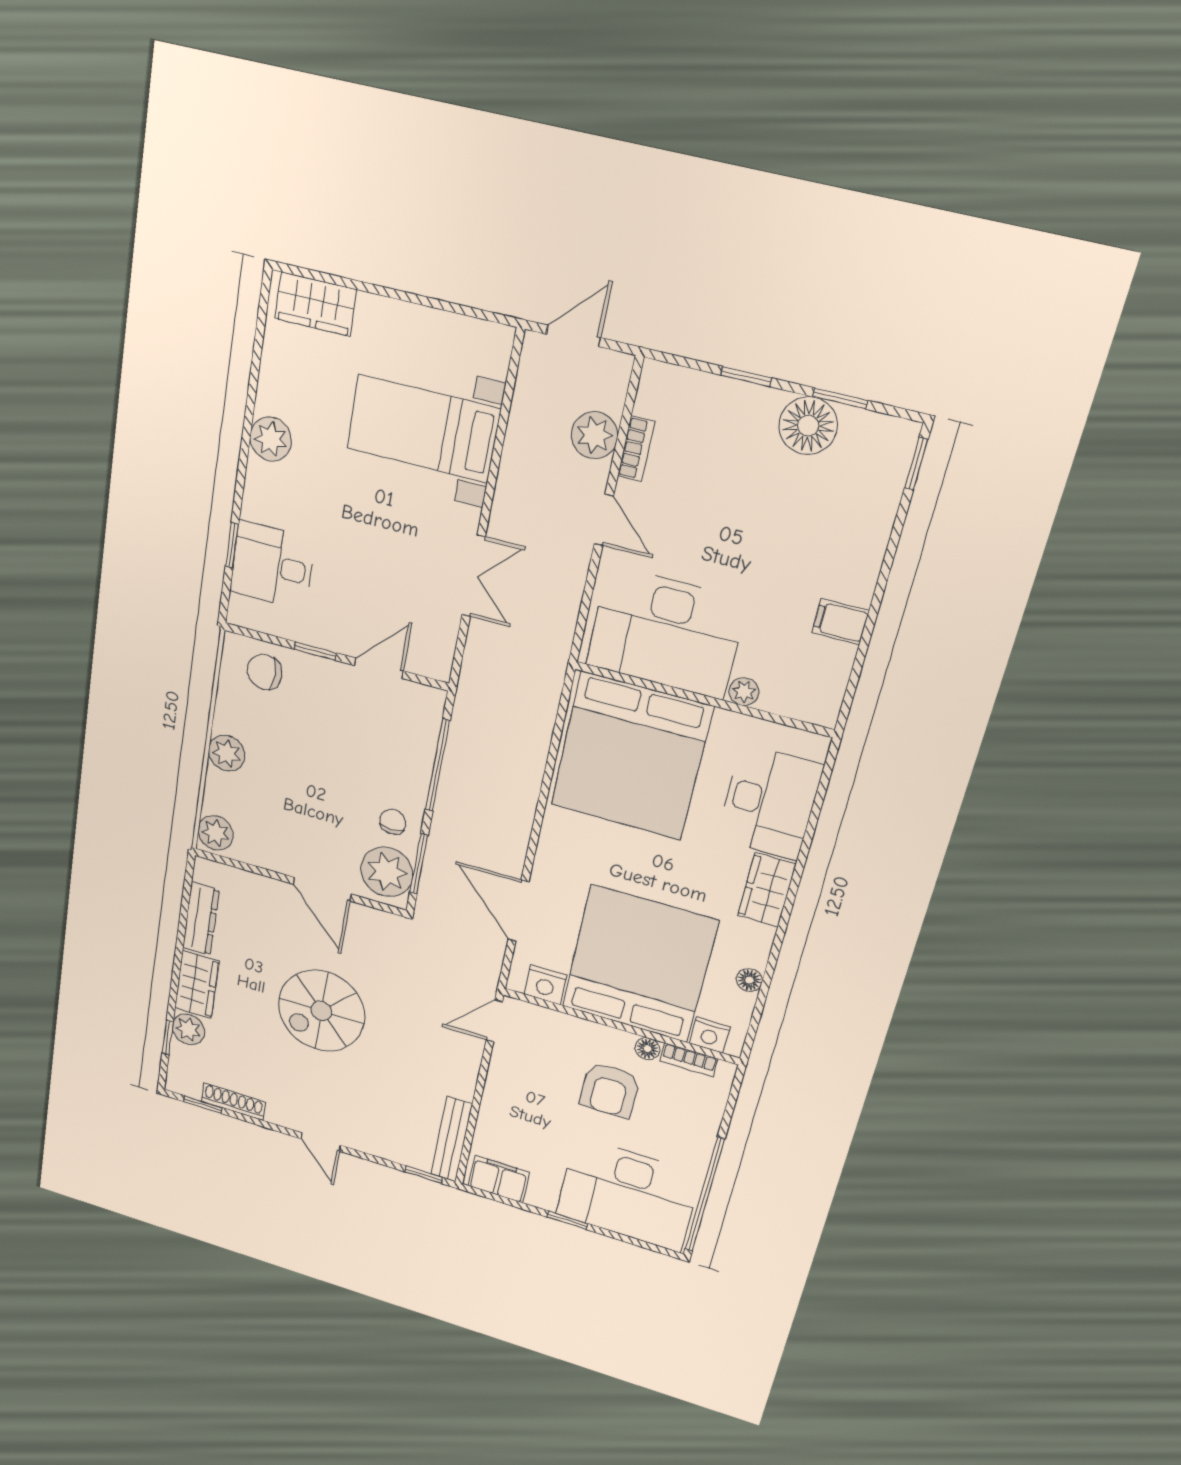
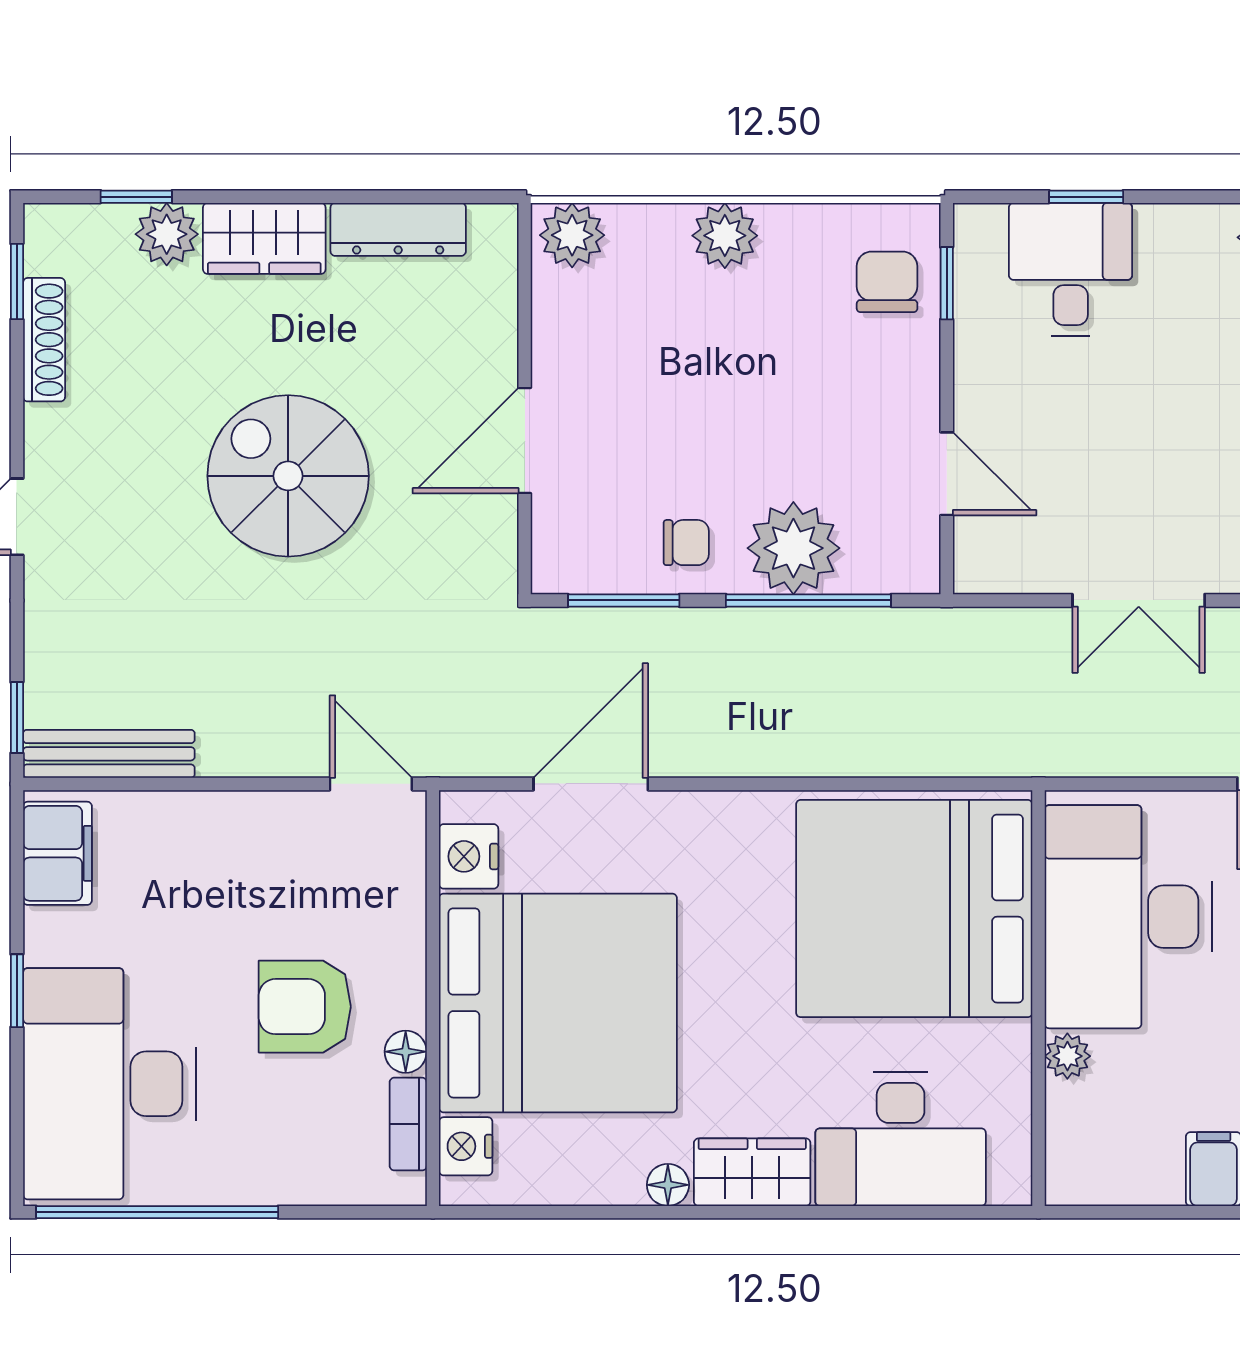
window: (315, 651) -> (947, 283), moved
plant: (387, 872) -> (793, 548), moved
floor lamp: (749, 980) -> (668, 1185), moved

